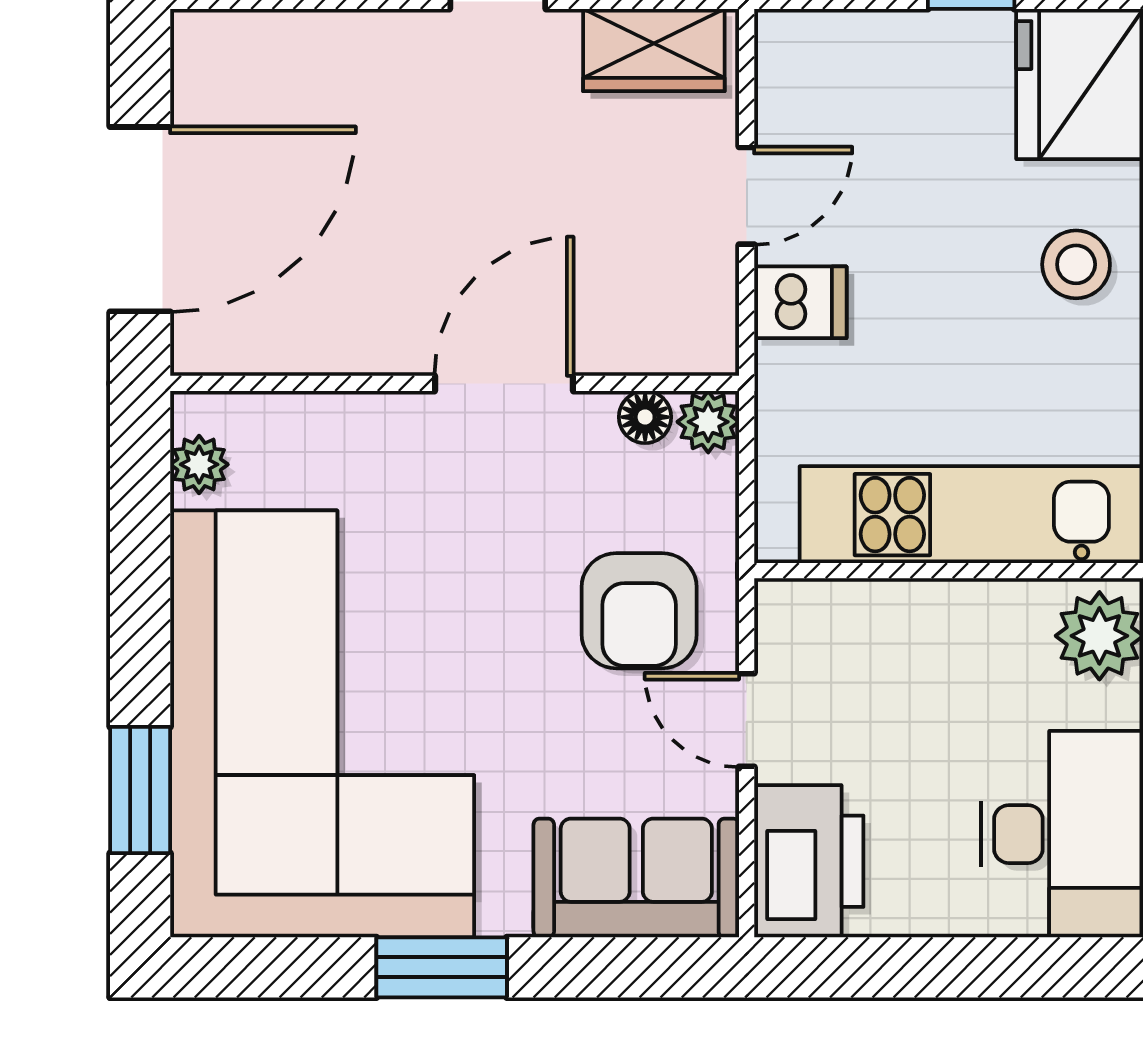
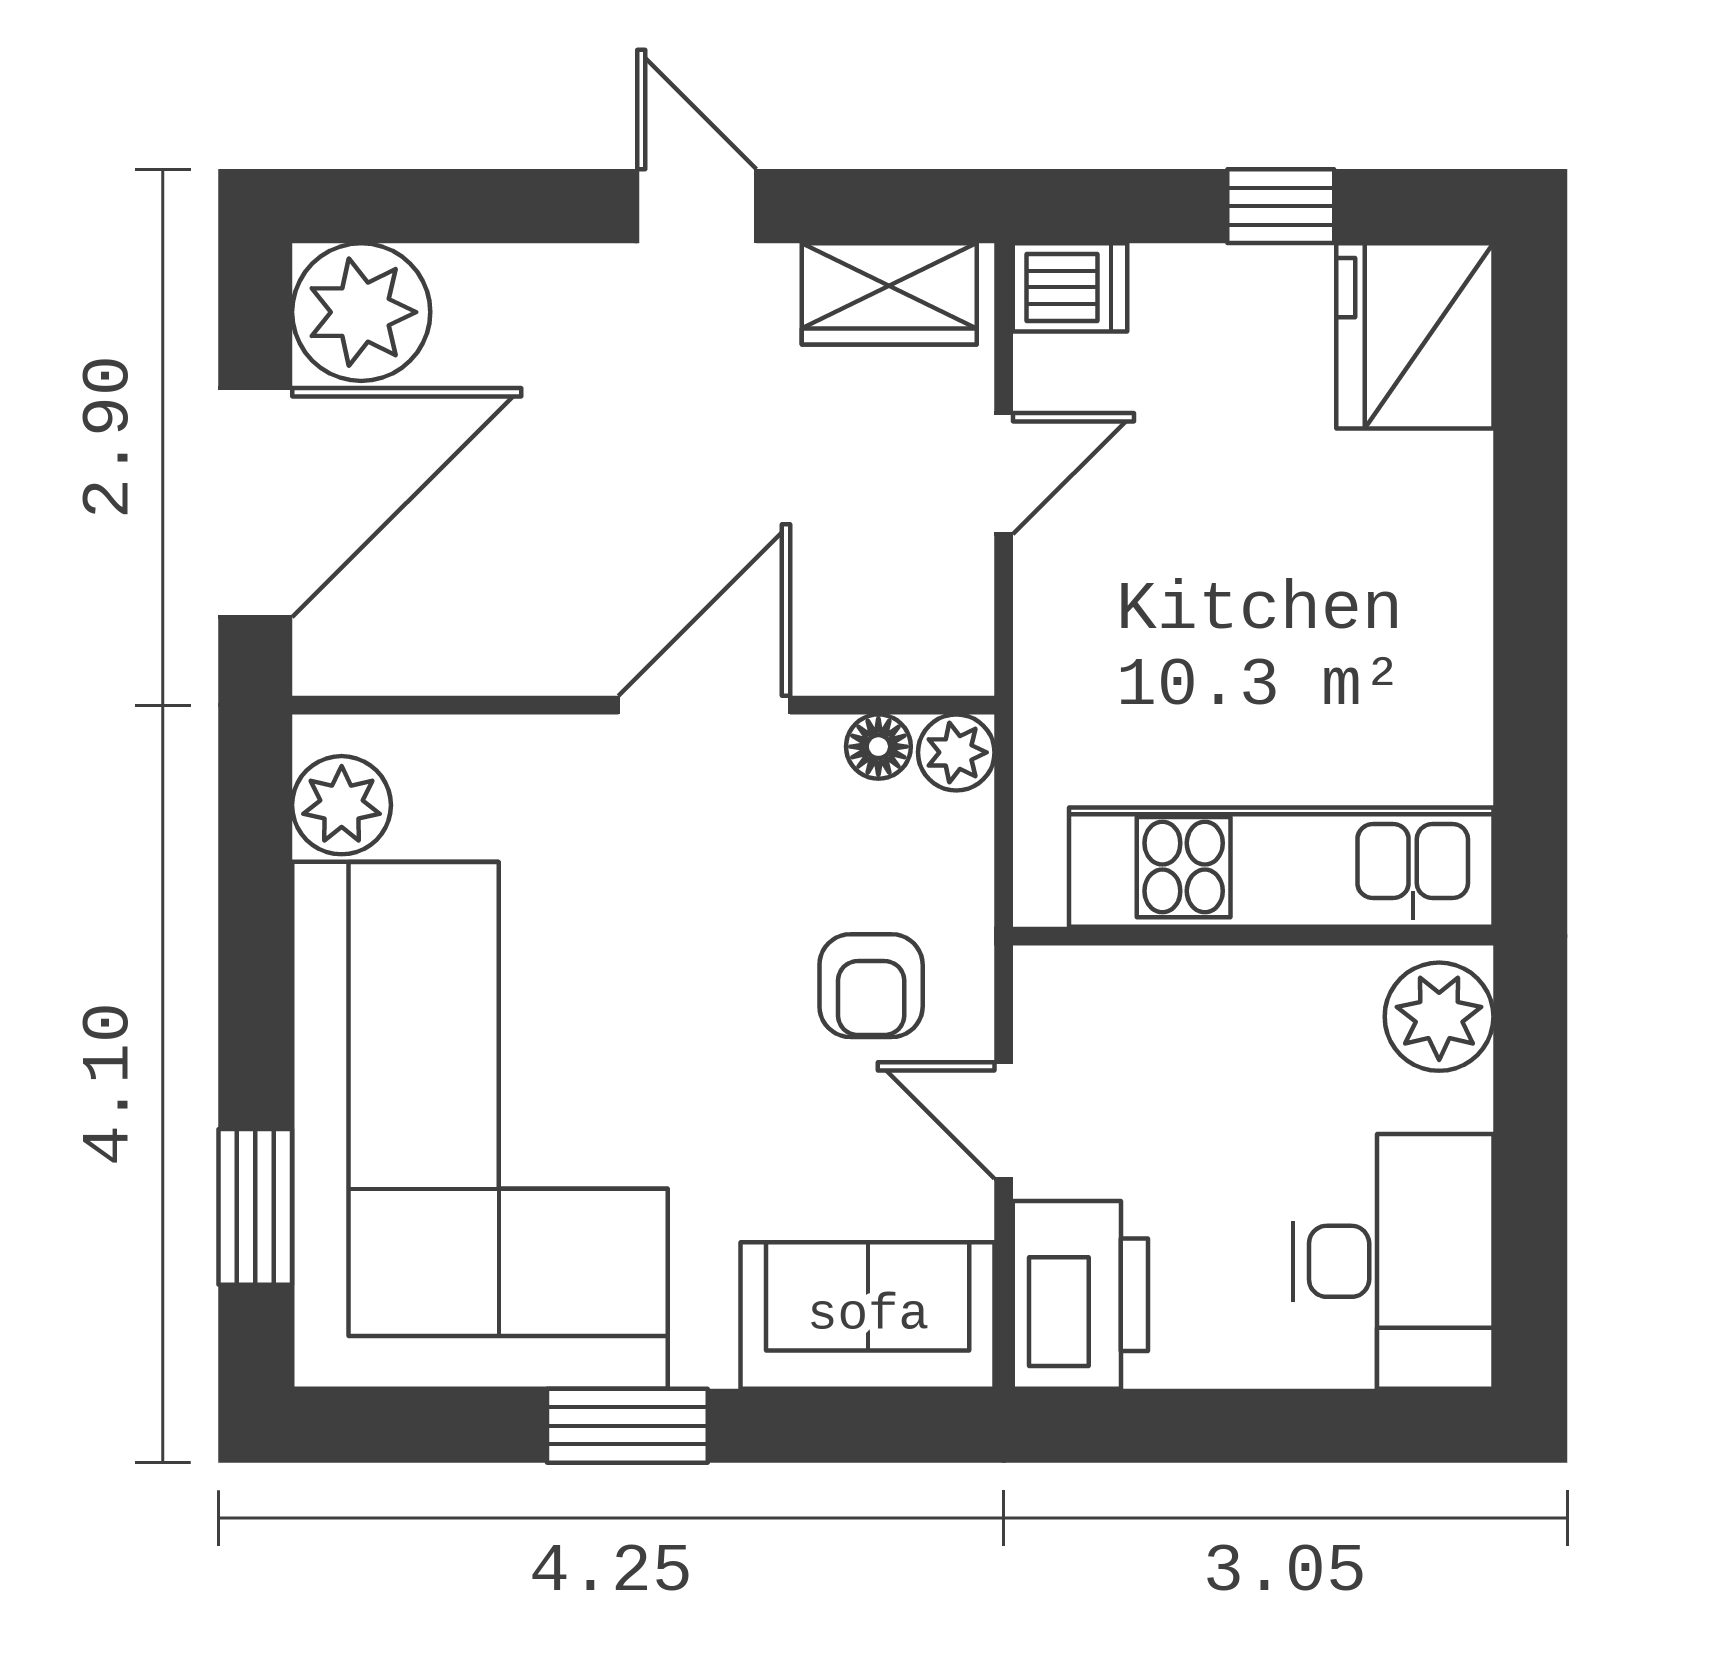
plant: (226, 65) -> (361, 312), added
stool: (1076, 264) -> (1410, 558), removed
dishwasher: (800, 302) -> (1070, 287), moved
plant: (199, 464) -> (342, 805), width x1.38, depth x1.38
armchair: (639, 611) -> (871, 986), width x0.72, depth x0.72

